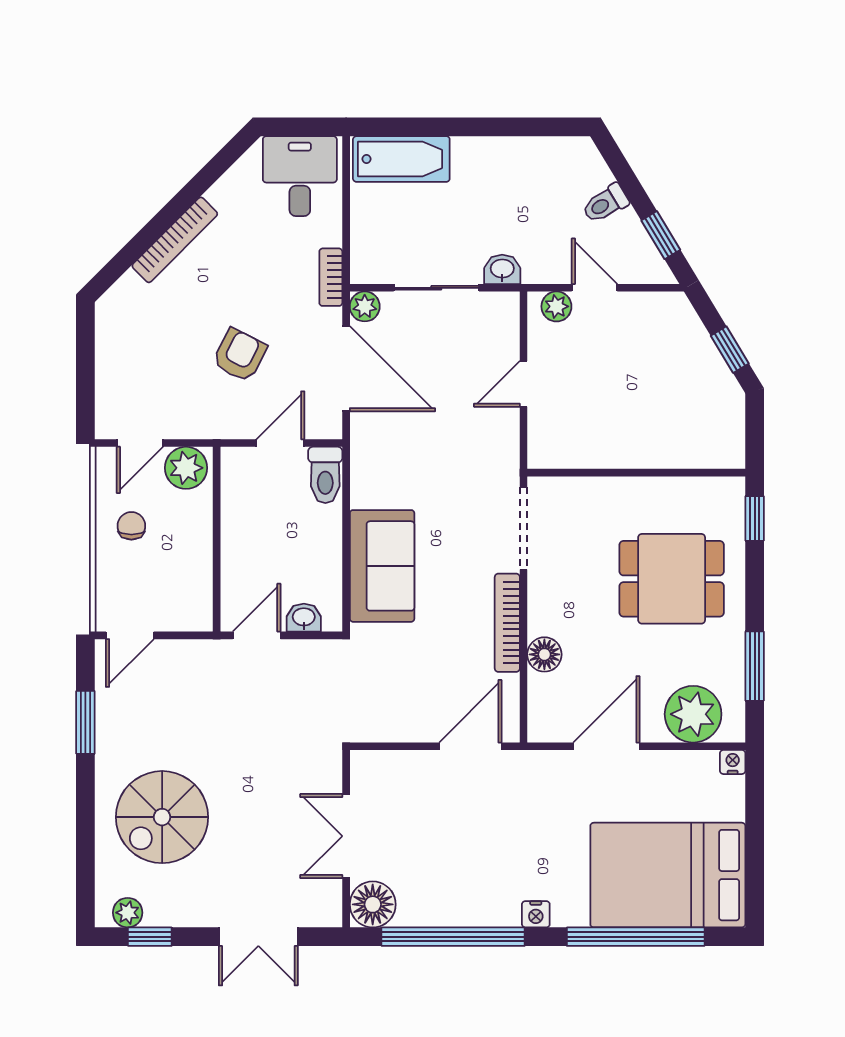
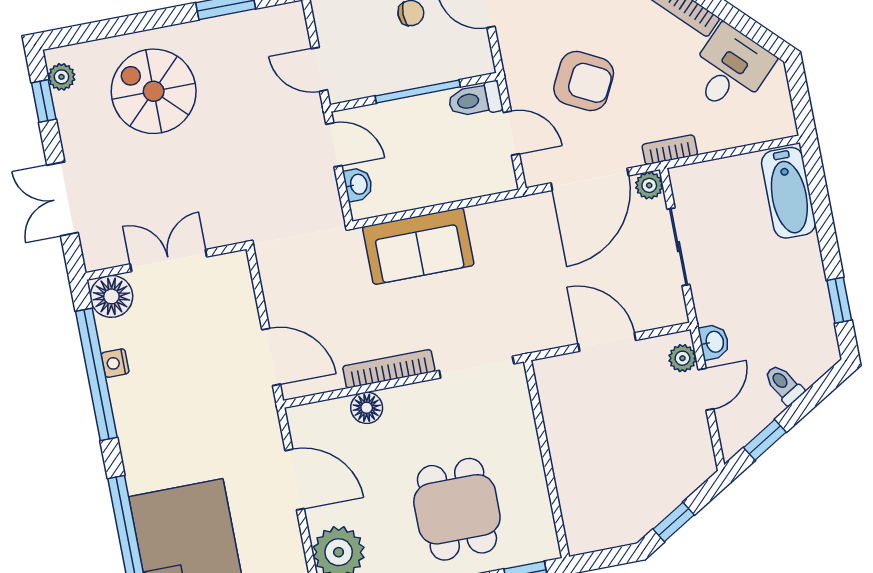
window: (527, 127) -> (839, 300), added
desk: (300, 176) -> (730, 69), moved, turned -45
washbasin: (502, 269) -> (714, 342), moved
armchair: (240, 355) -> (584, 81), width x1.38, depth x1.38
door: (524, 384) -> (607, 342), width x1.38
plant: (186, 468) -> (473, 52), removed
toilet: (325, 475) -> (475, 100), moved
window: (217, 535) -> (418, 91), added
door: (130, 635) -> (319, 69), moved
nightstand: (536, 914) -> (115, 363), moved

